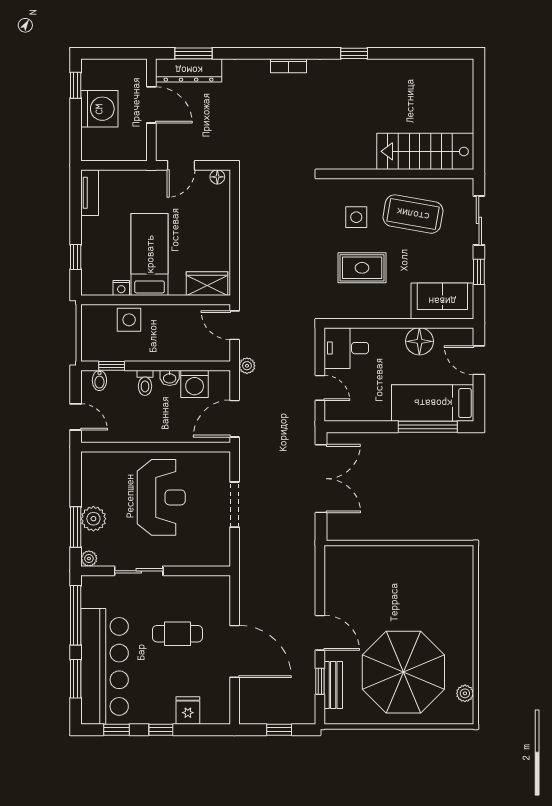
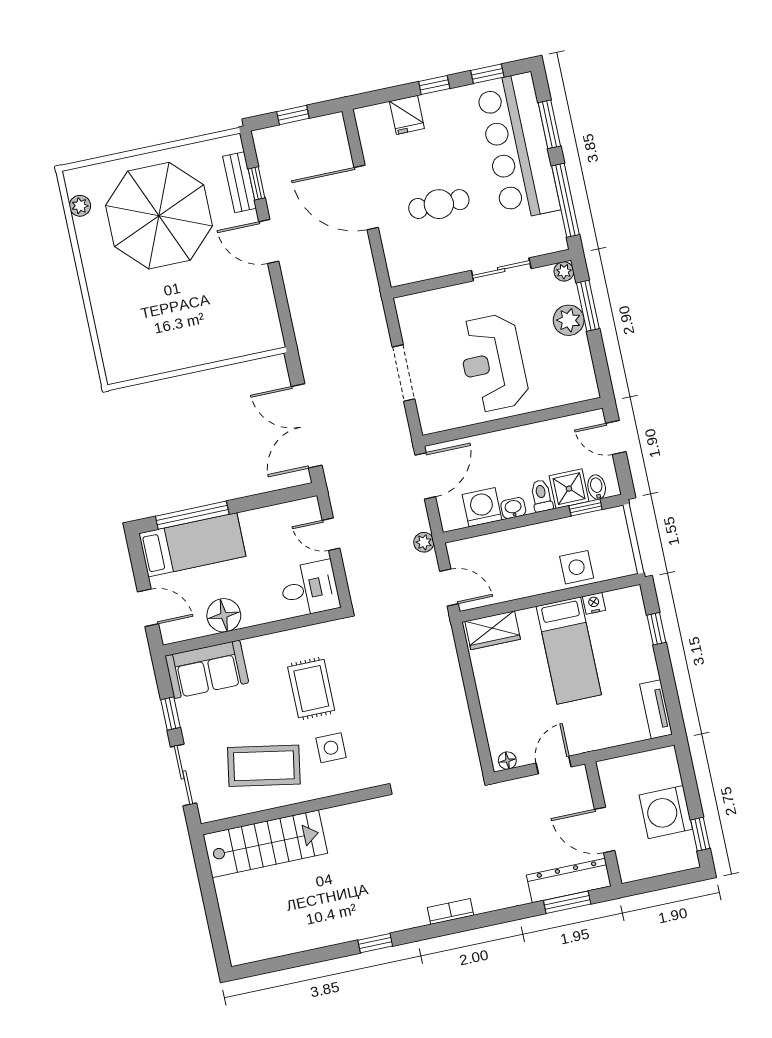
rug: (362, 268) -> (311, 689), turned 90
shower: (122, 384) -> (569, 489), added

